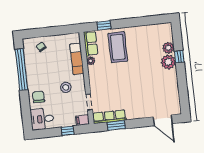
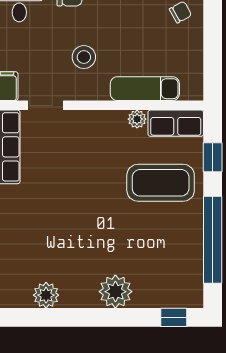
window: (141, 21) -> (213, 240), added
plant: (168, 48) -> (46, 295), moved
window: (179, 57) -> (174, 317), moved

